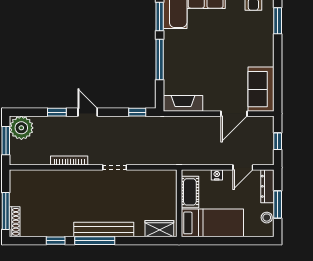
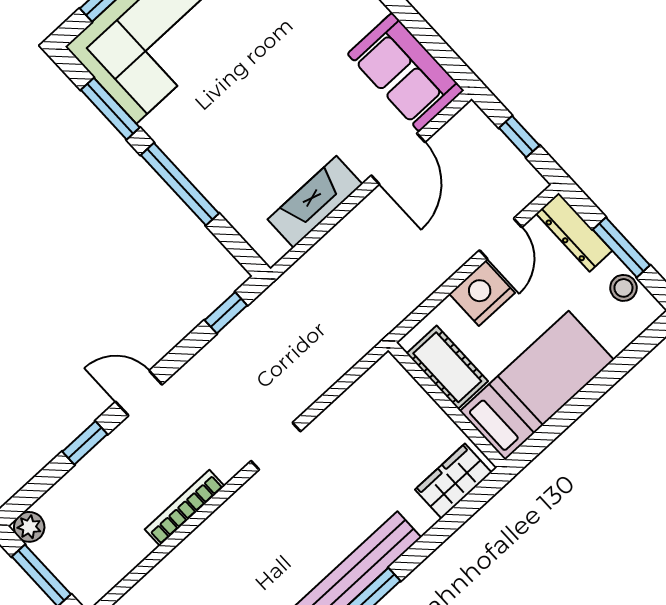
fireplace: (183, 103) -> (315, 202), moved
plant: (21, 128) -> (29, 527), width x0.53, depth x0.53
nightstand: (217, 175) -> (482, 293), width x1.89, depth x1.79

